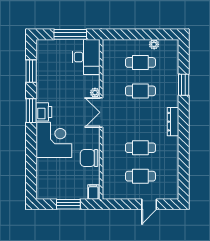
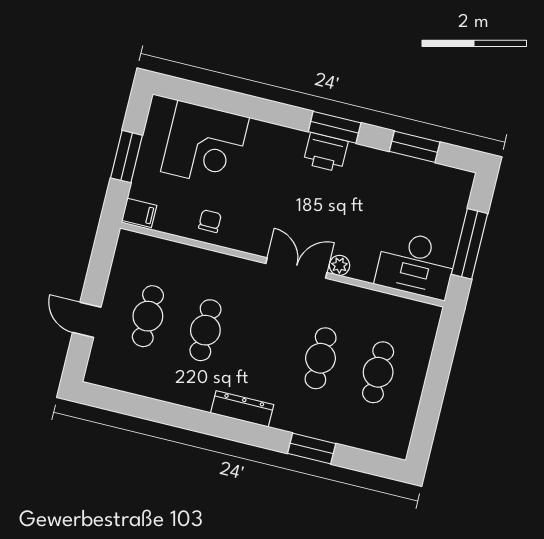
plant: (154, 44) -> (408, 409), removed
corner desk: (54, 140) -> (205, 144), moved
chair: (89, 158) -> (210, 221), width x0.54, depth x0.54

